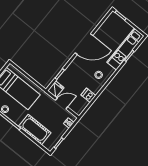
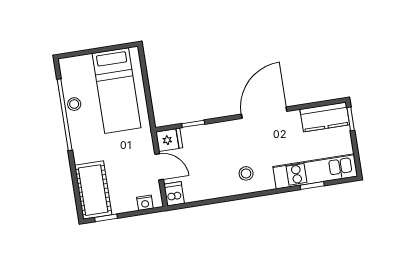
kitchen counter: (110, 24) -> (325, 117), added
door: (84, 44) -> (264, 113), swing flipped
dishwasher: (88, 95) -> (174, 194), moved
cot: (35, 130) -> (93, 190), moved

